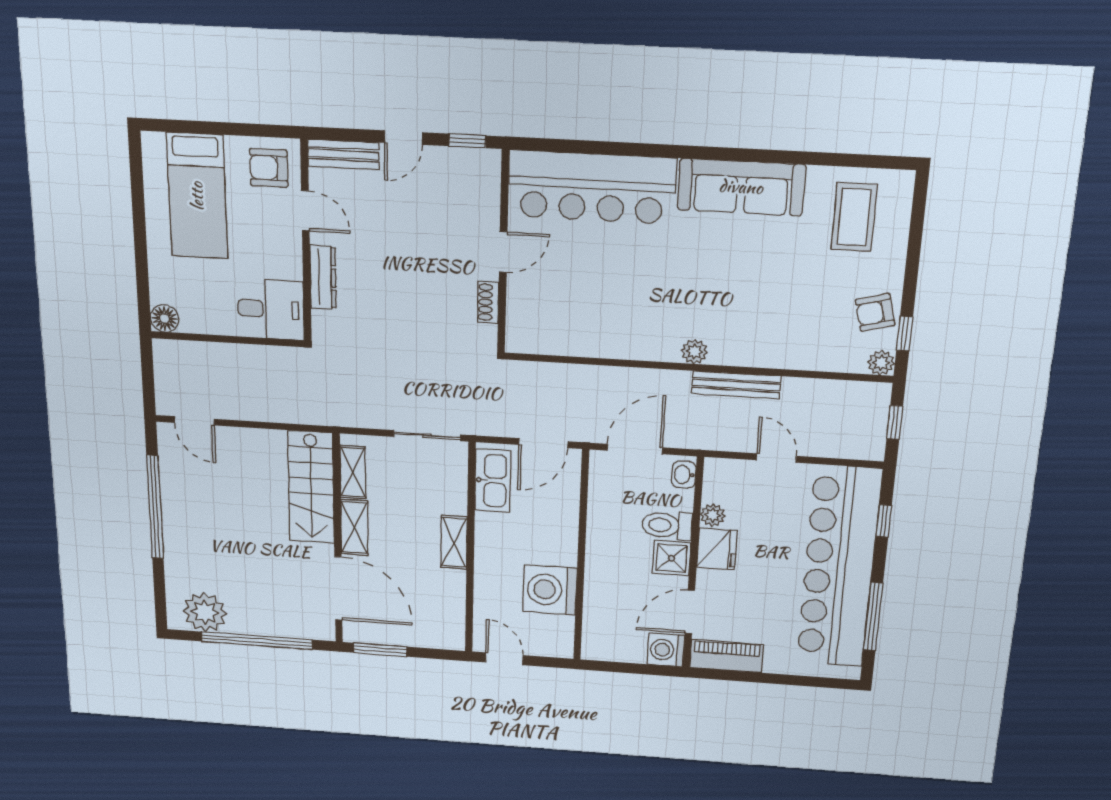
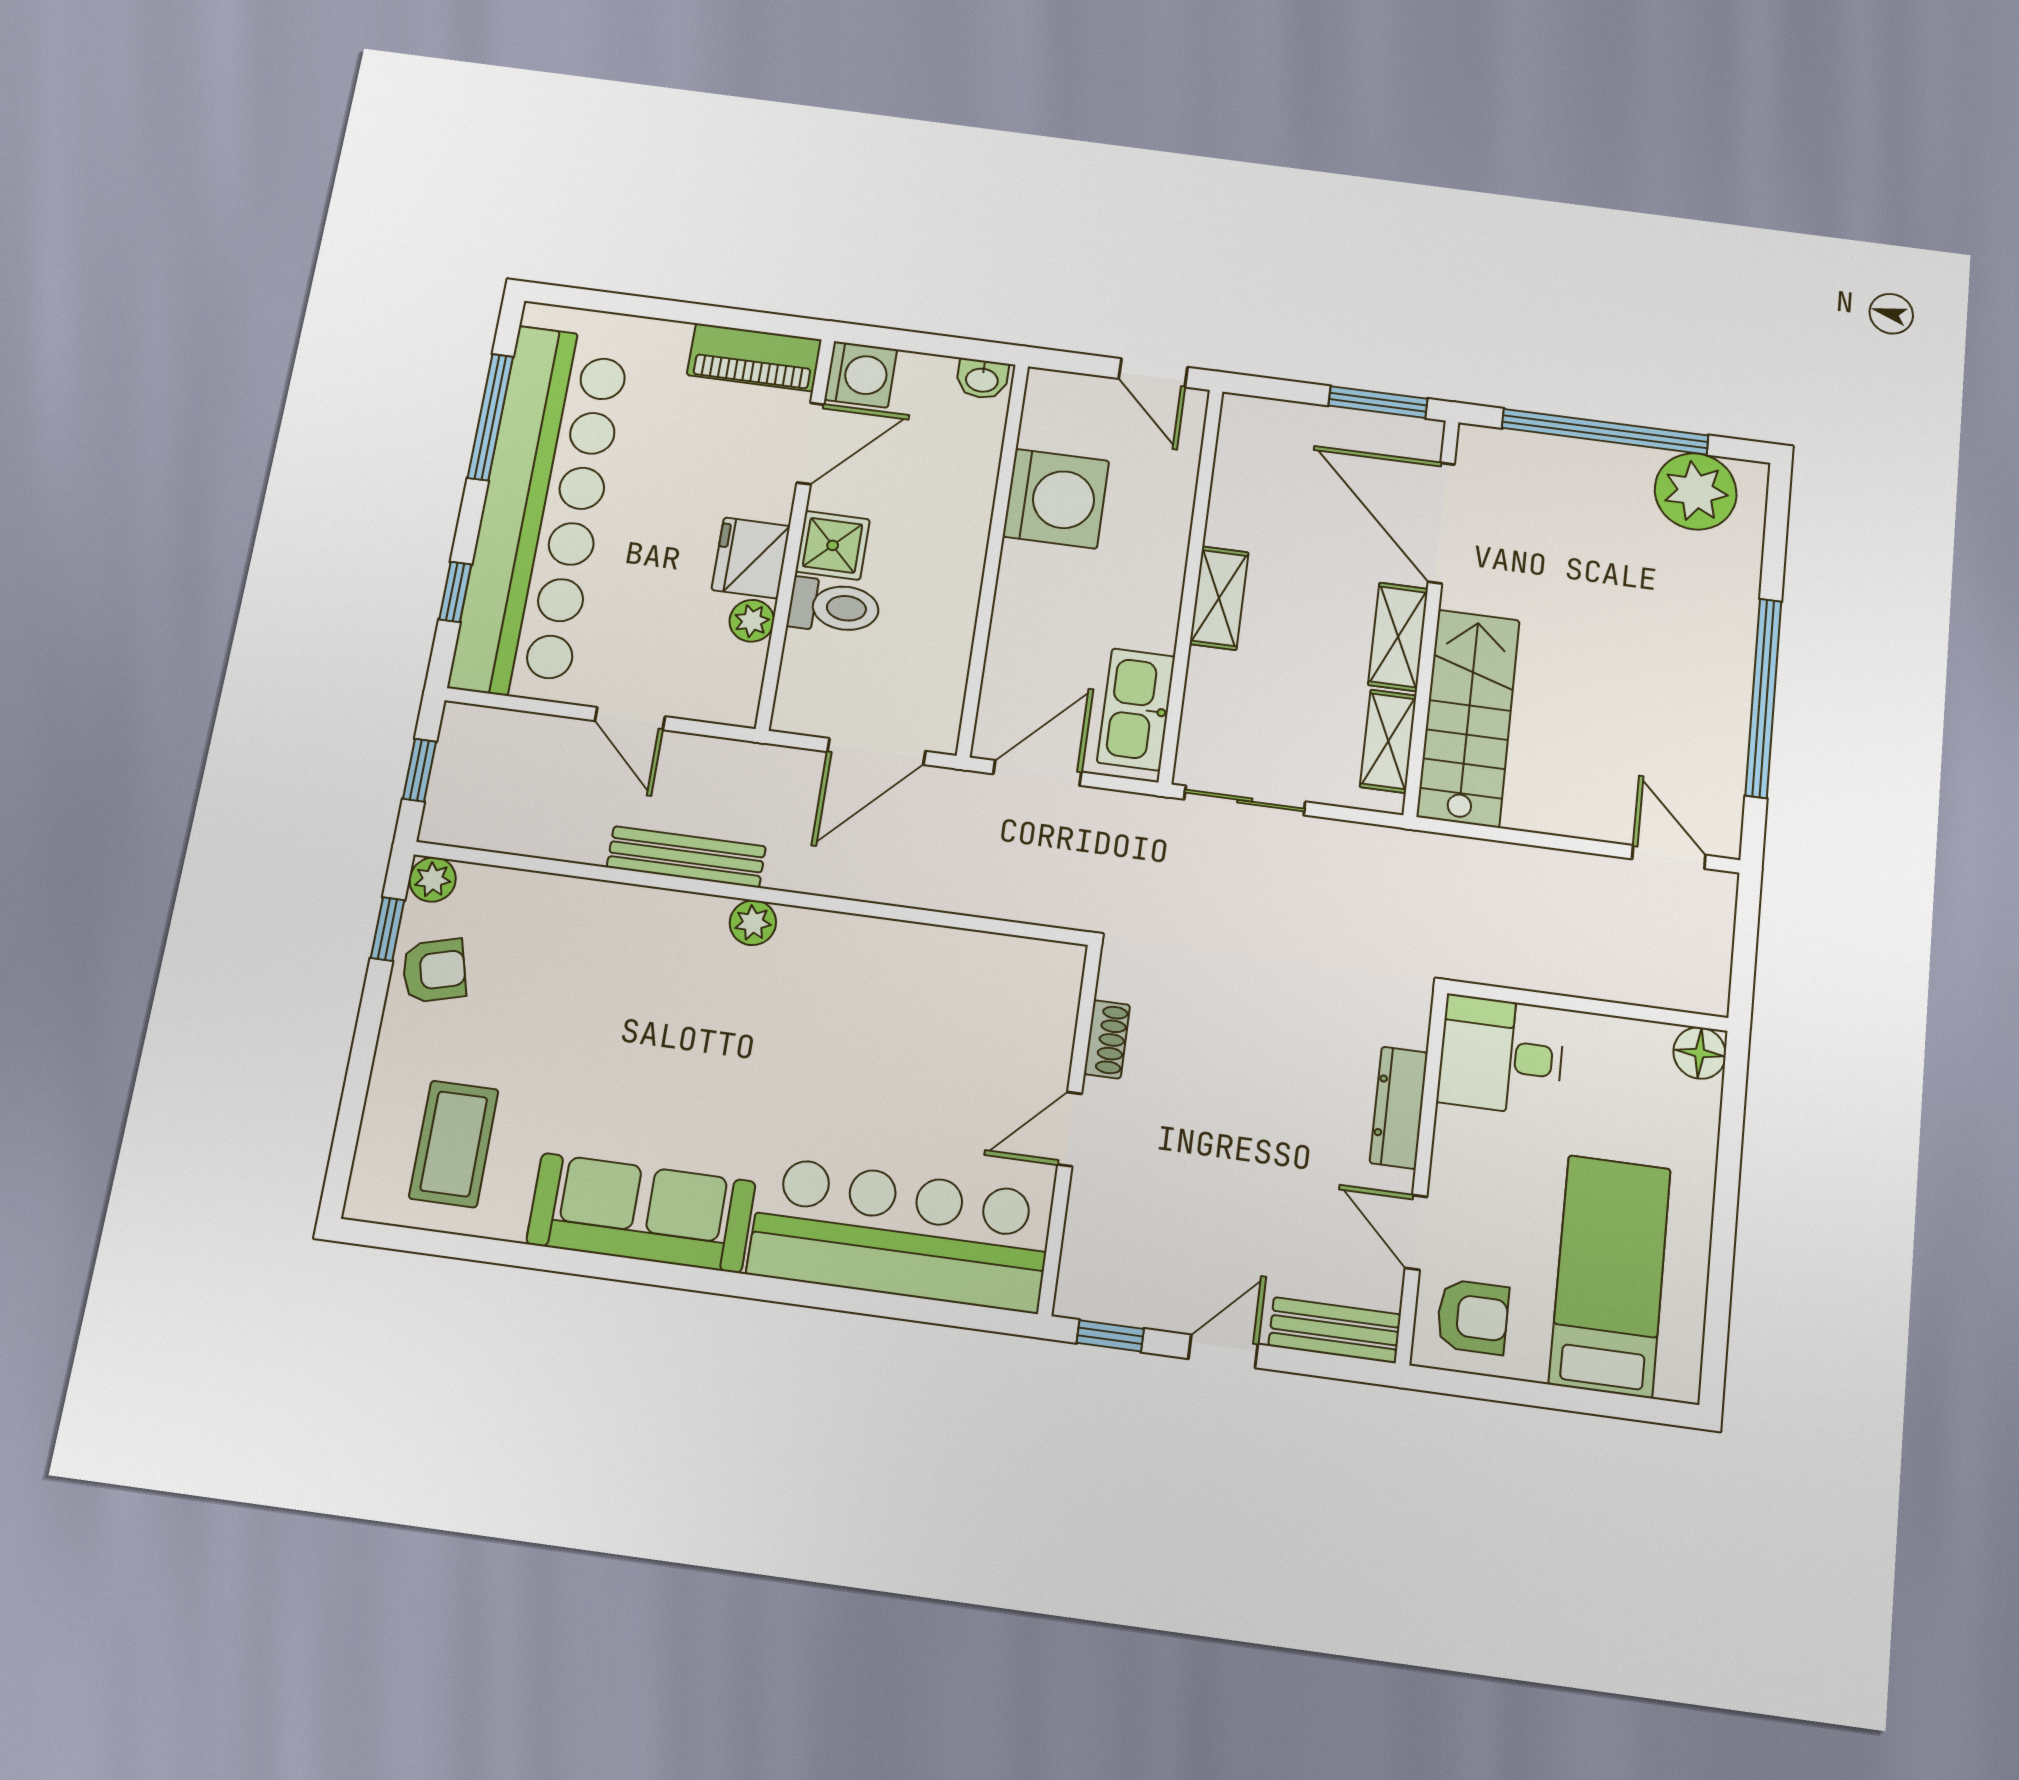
washbasin: (684, 475) -> (982, 379), moved, turned 90

